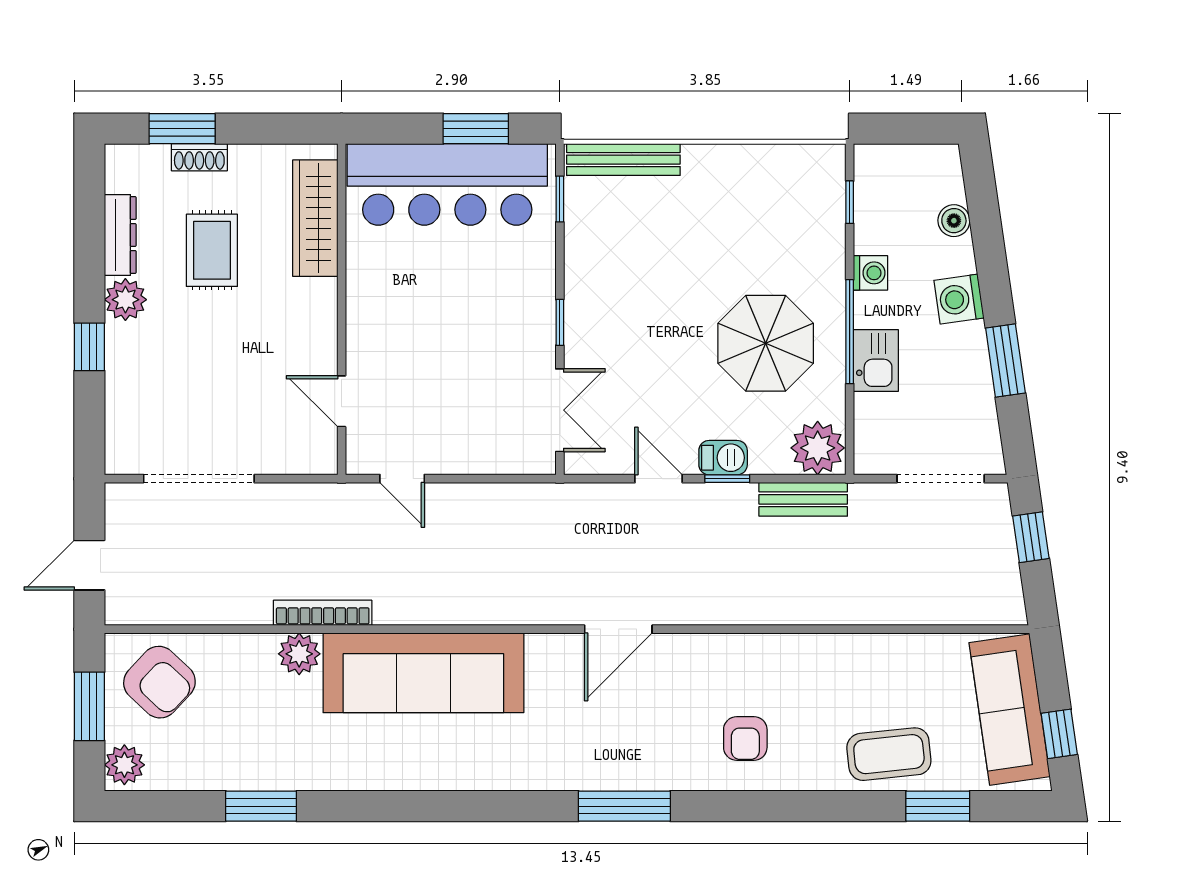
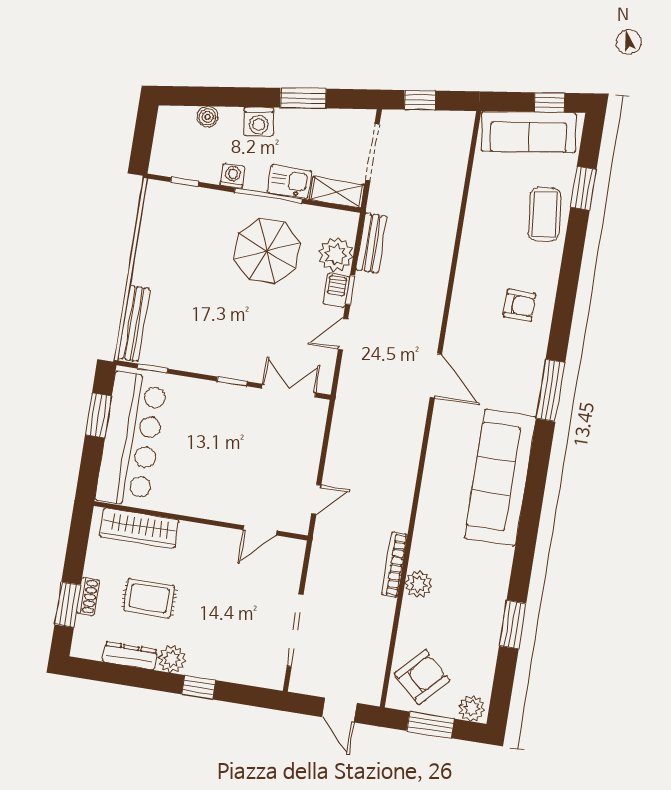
shelving: (872, 435) -> (337, 192), added
plant: (818, 448) -> (336, 254), moved
sofa: (423, 673) -> (500, 477), moved, turned 180

